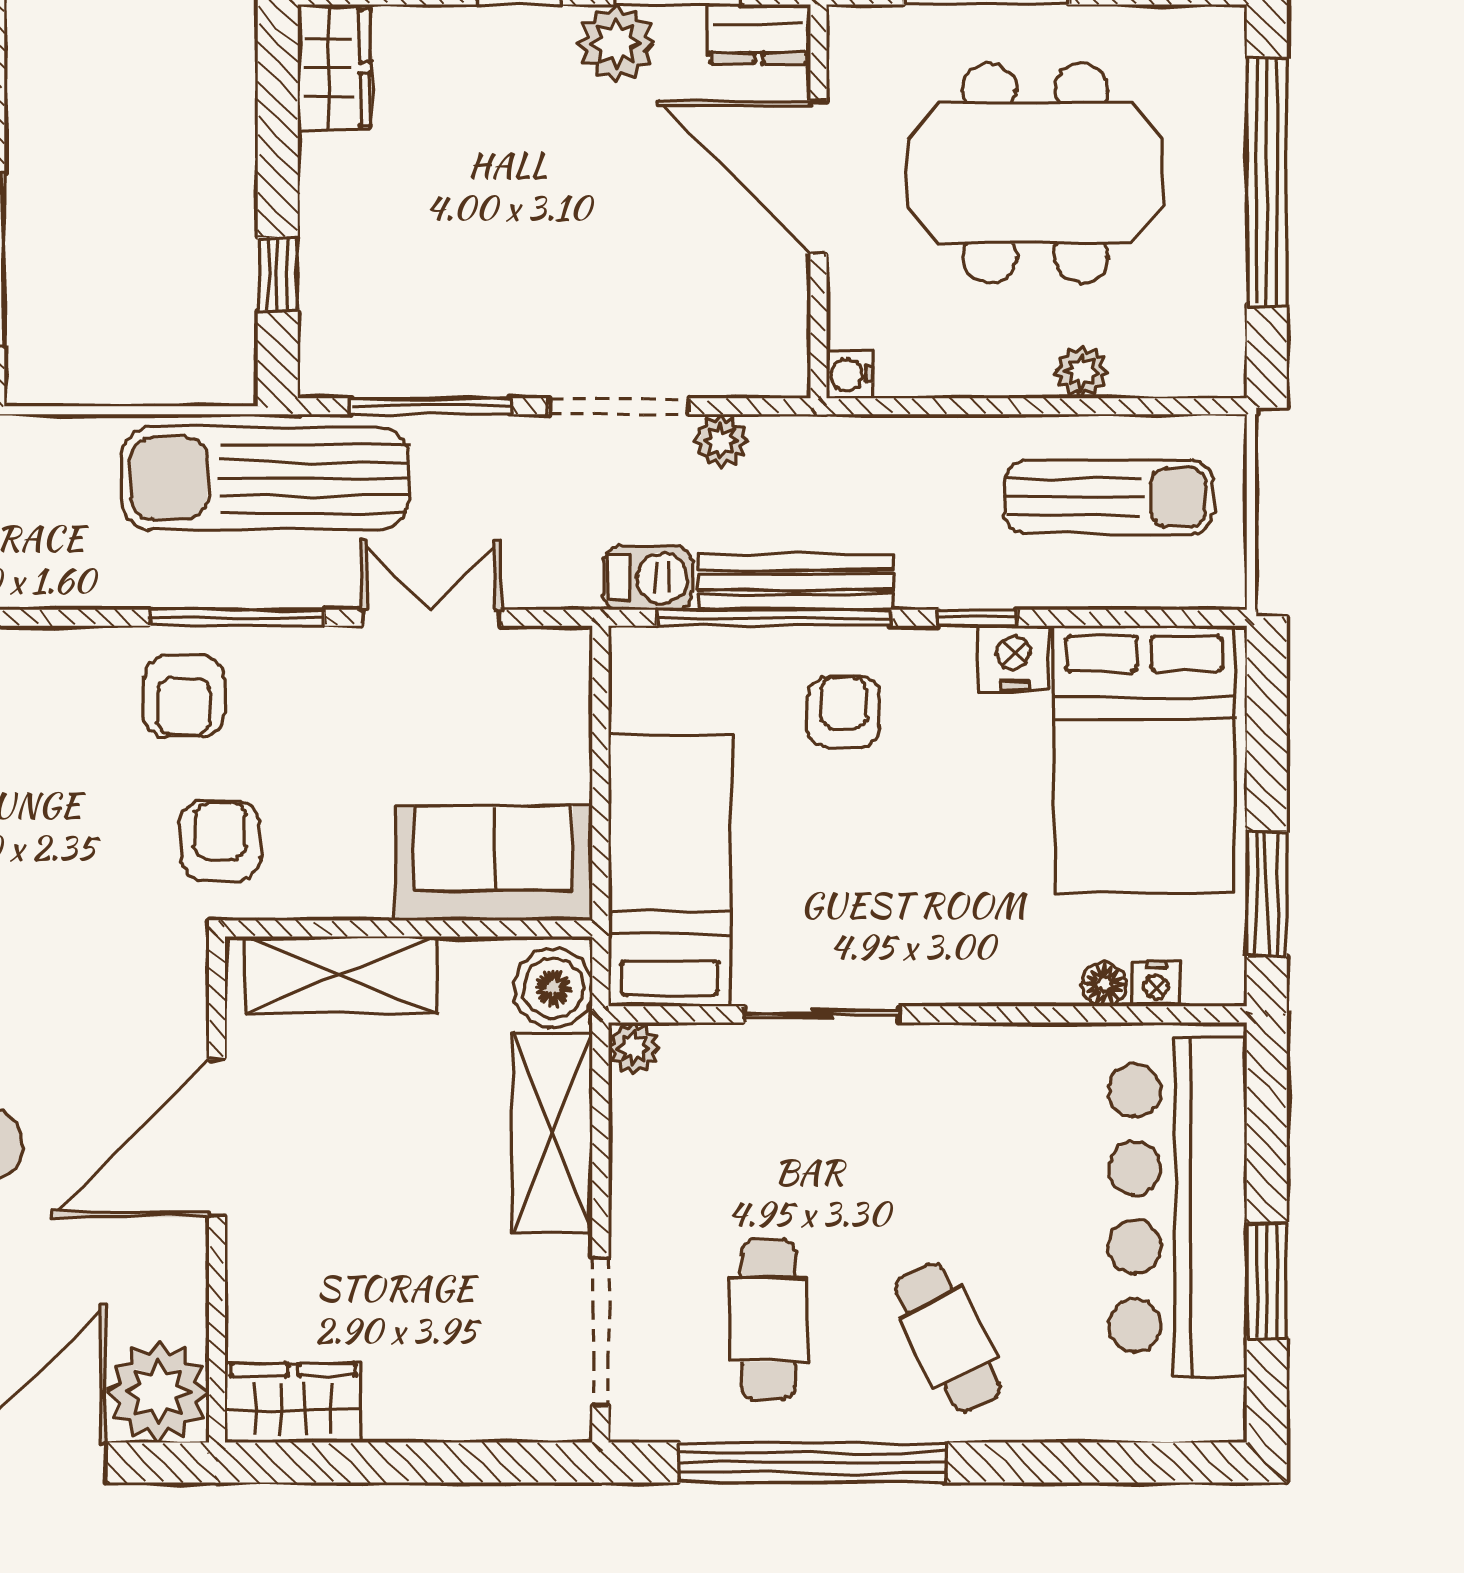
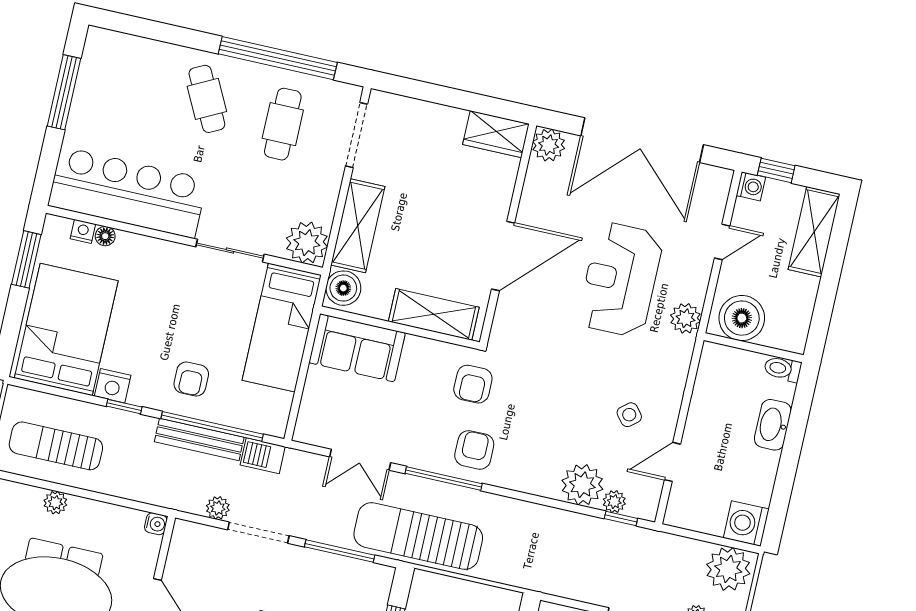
sun lounger: (265, 478) -> (418, 536), turned 180
plant: (634, 1048) -> (307, 243), width x1.87, depth x1.87
bar counter: (1178, 1208) -> (128, 192), moved, turned -90
window: (1267, 1281) -> (64, 92), width x1.44
plant: (158, 1392) -> (549, 145), width x0.73, depth x0.73

